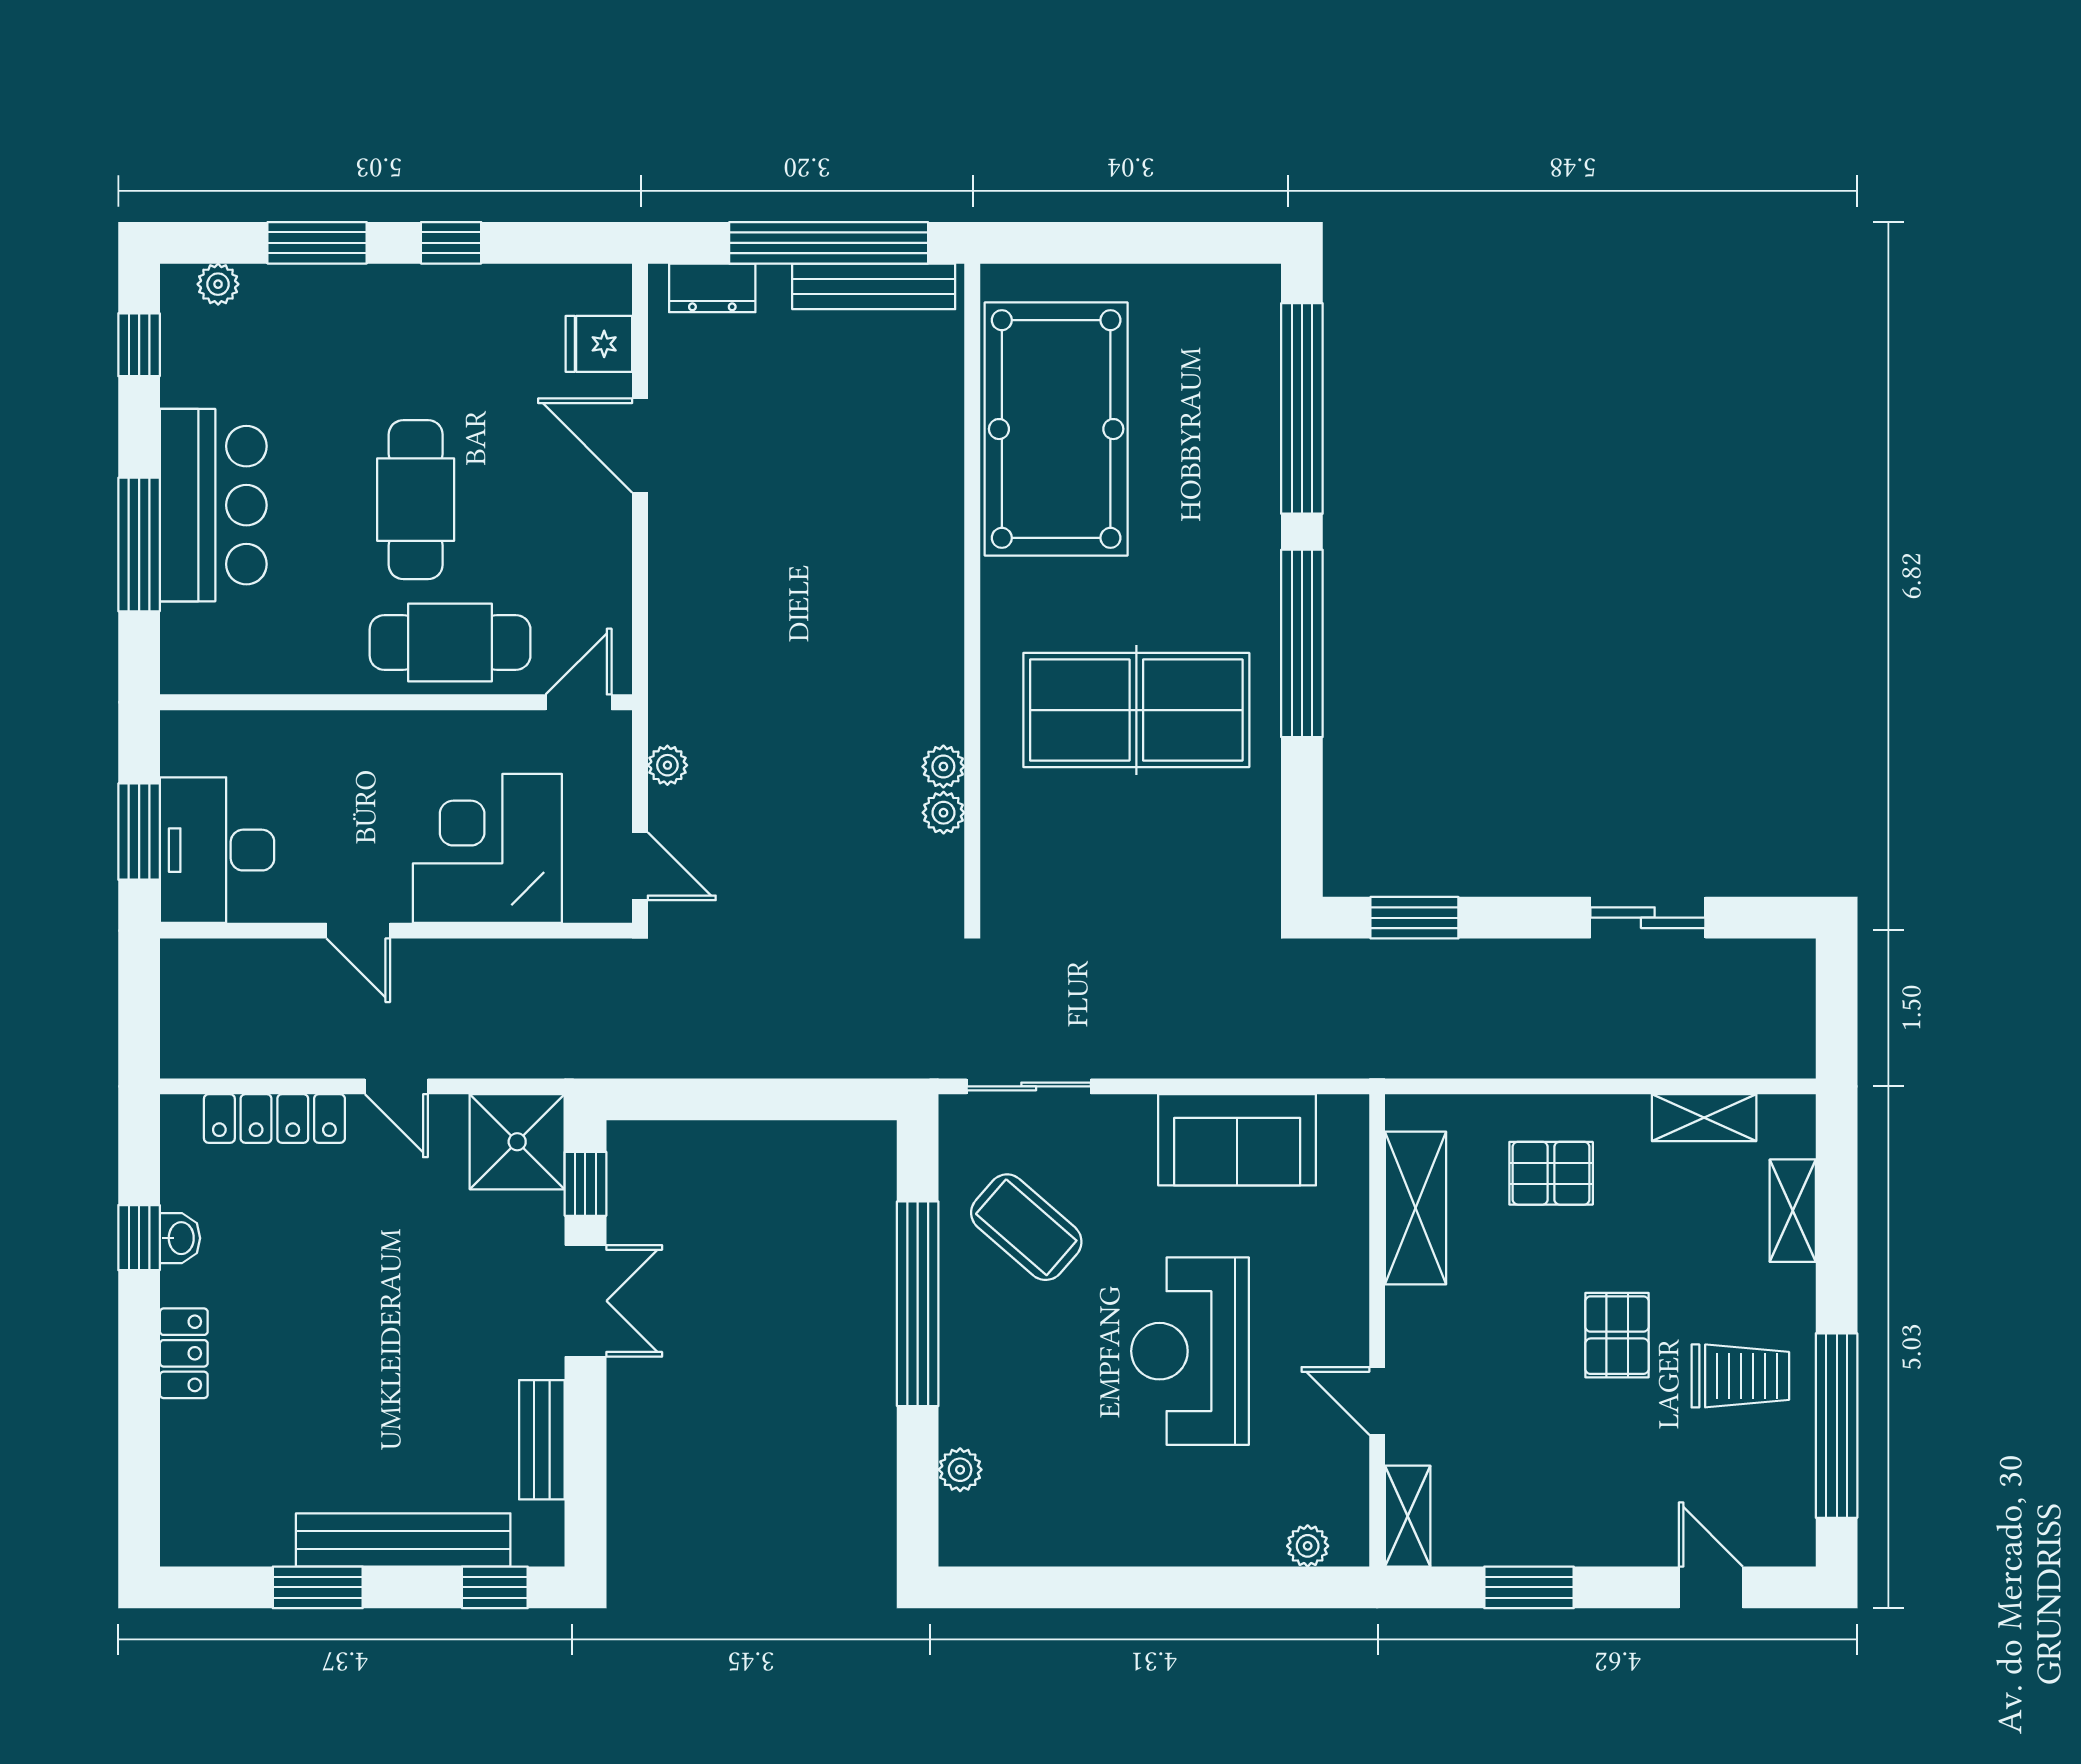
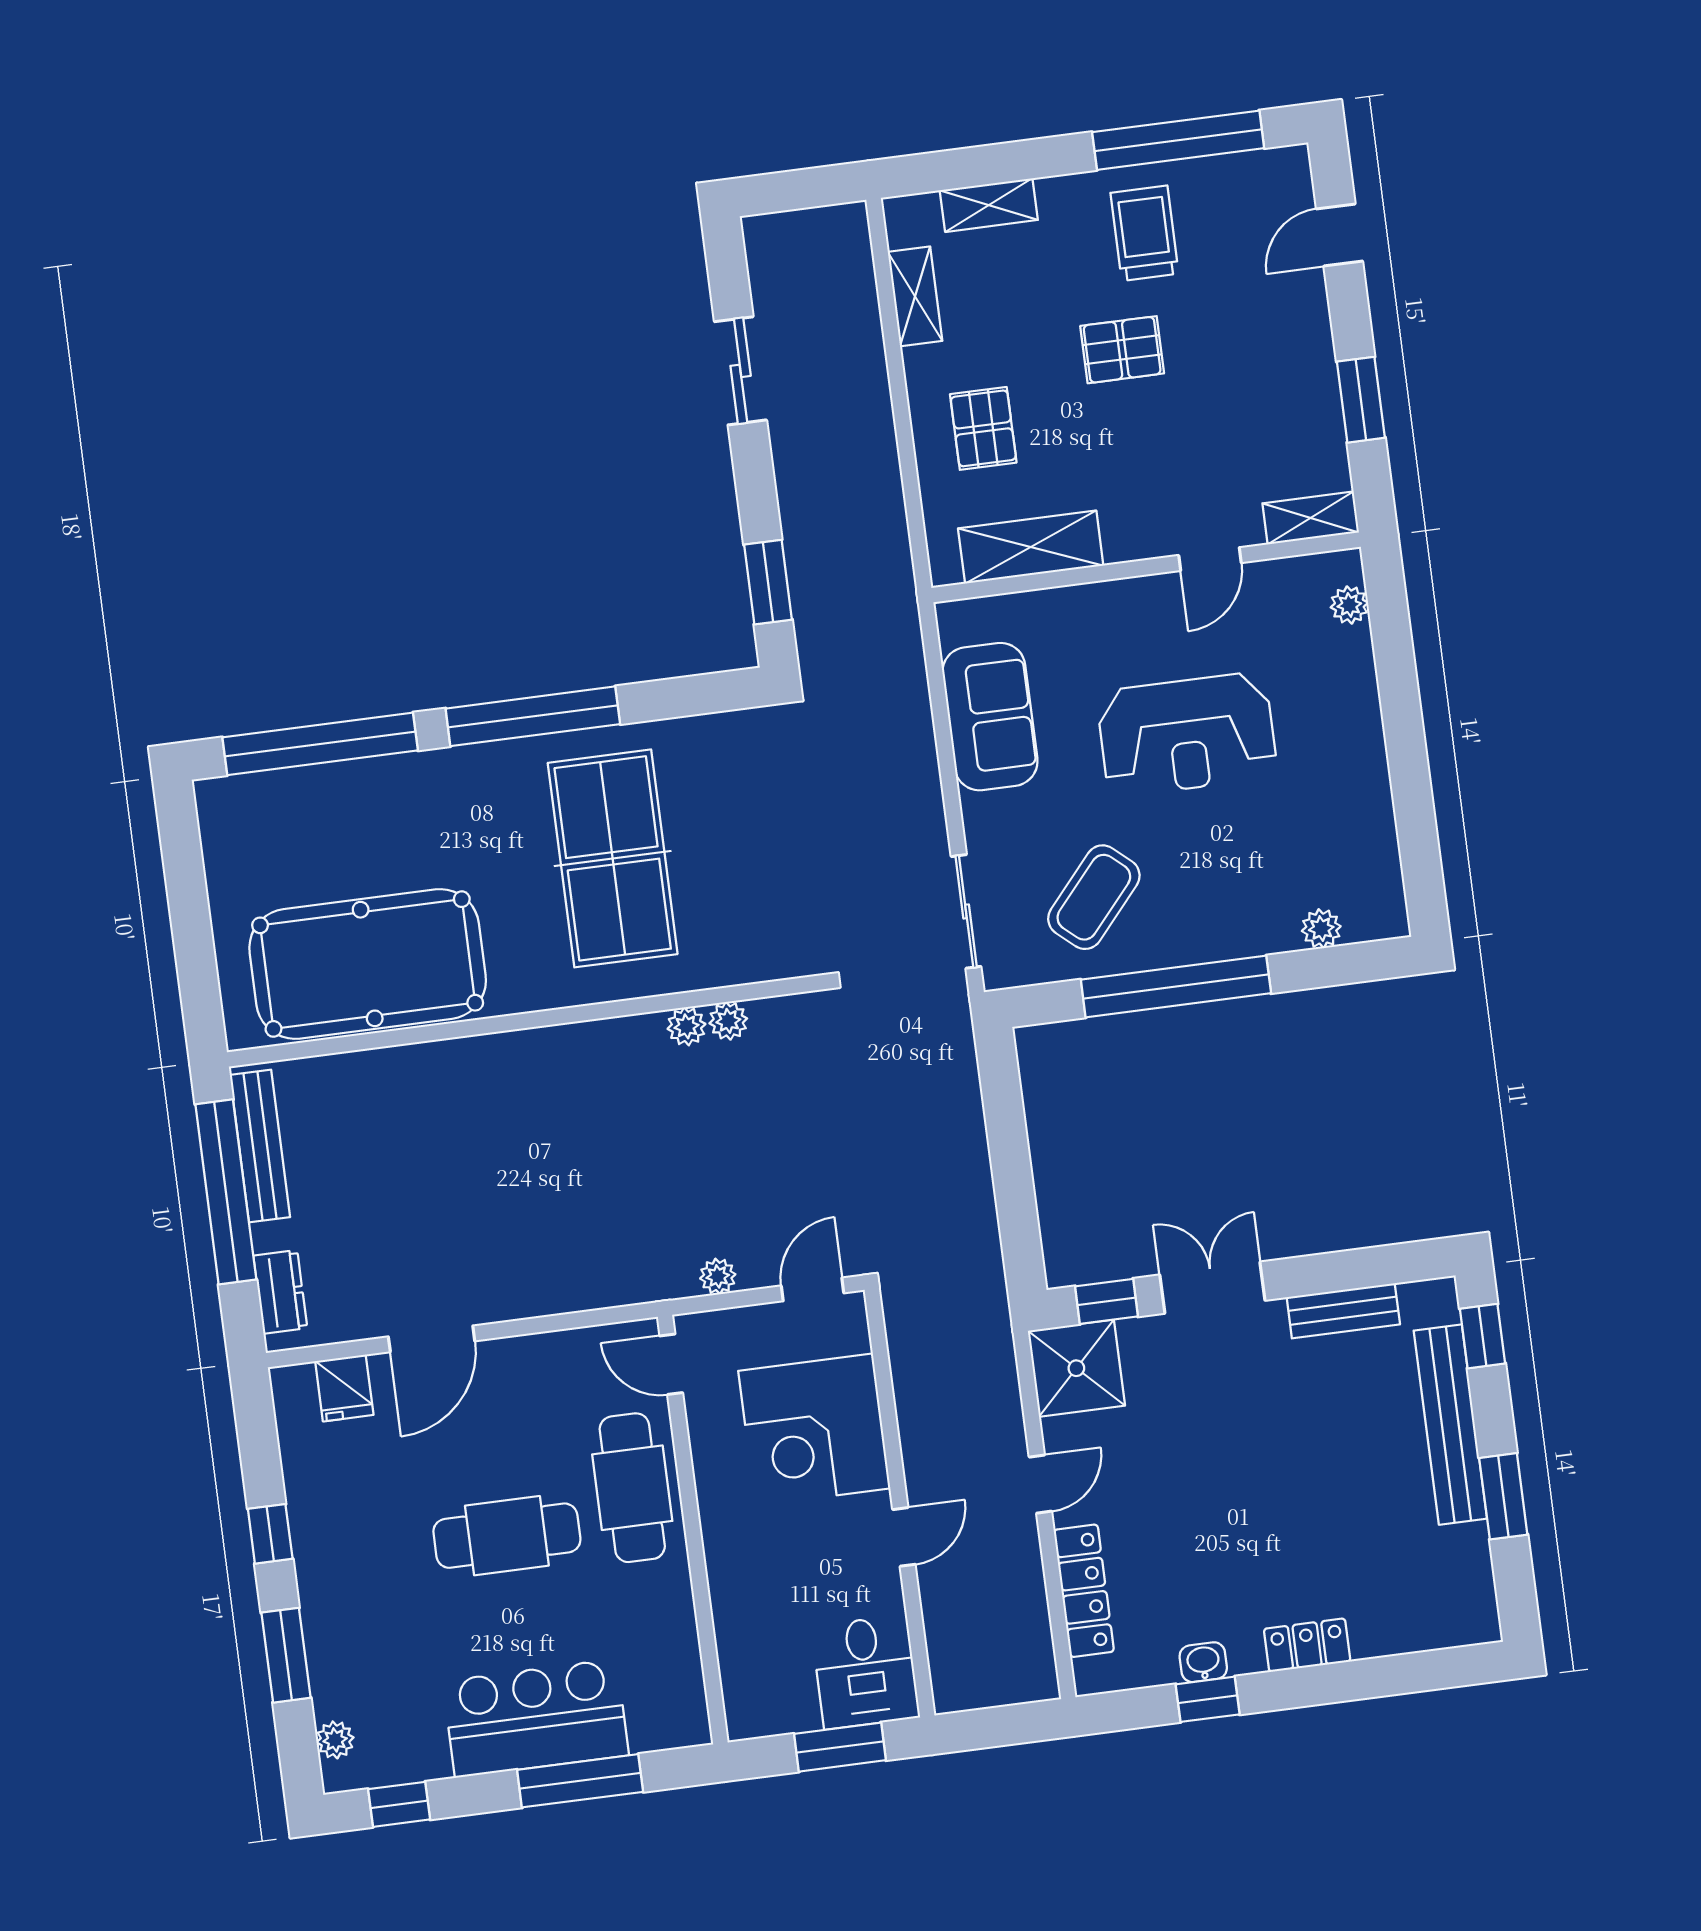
desk: (217, 850) -> (865, 1672), width x0.73

